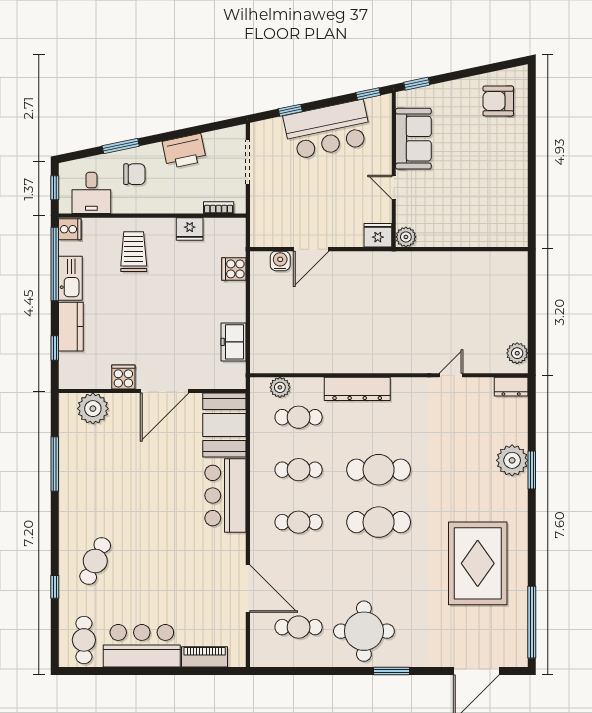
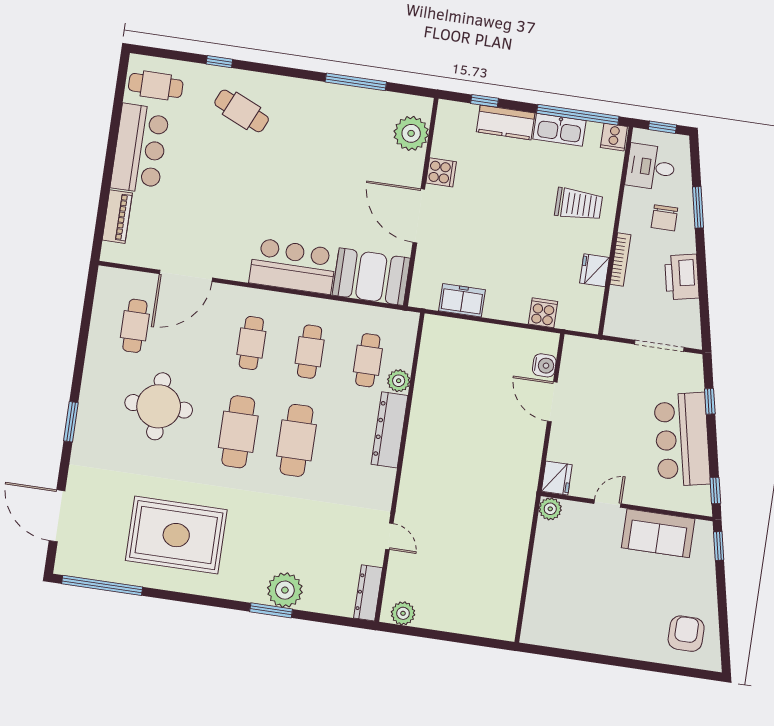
bookcase: (219, 208) -> (620, 259), moved, width x1.56
plant: (280, 387) -> (399, 381), moved
dresser: (511, 387) -> (368, 593), width x1.44
round table: (364, 631) -> (159, 406), moved

